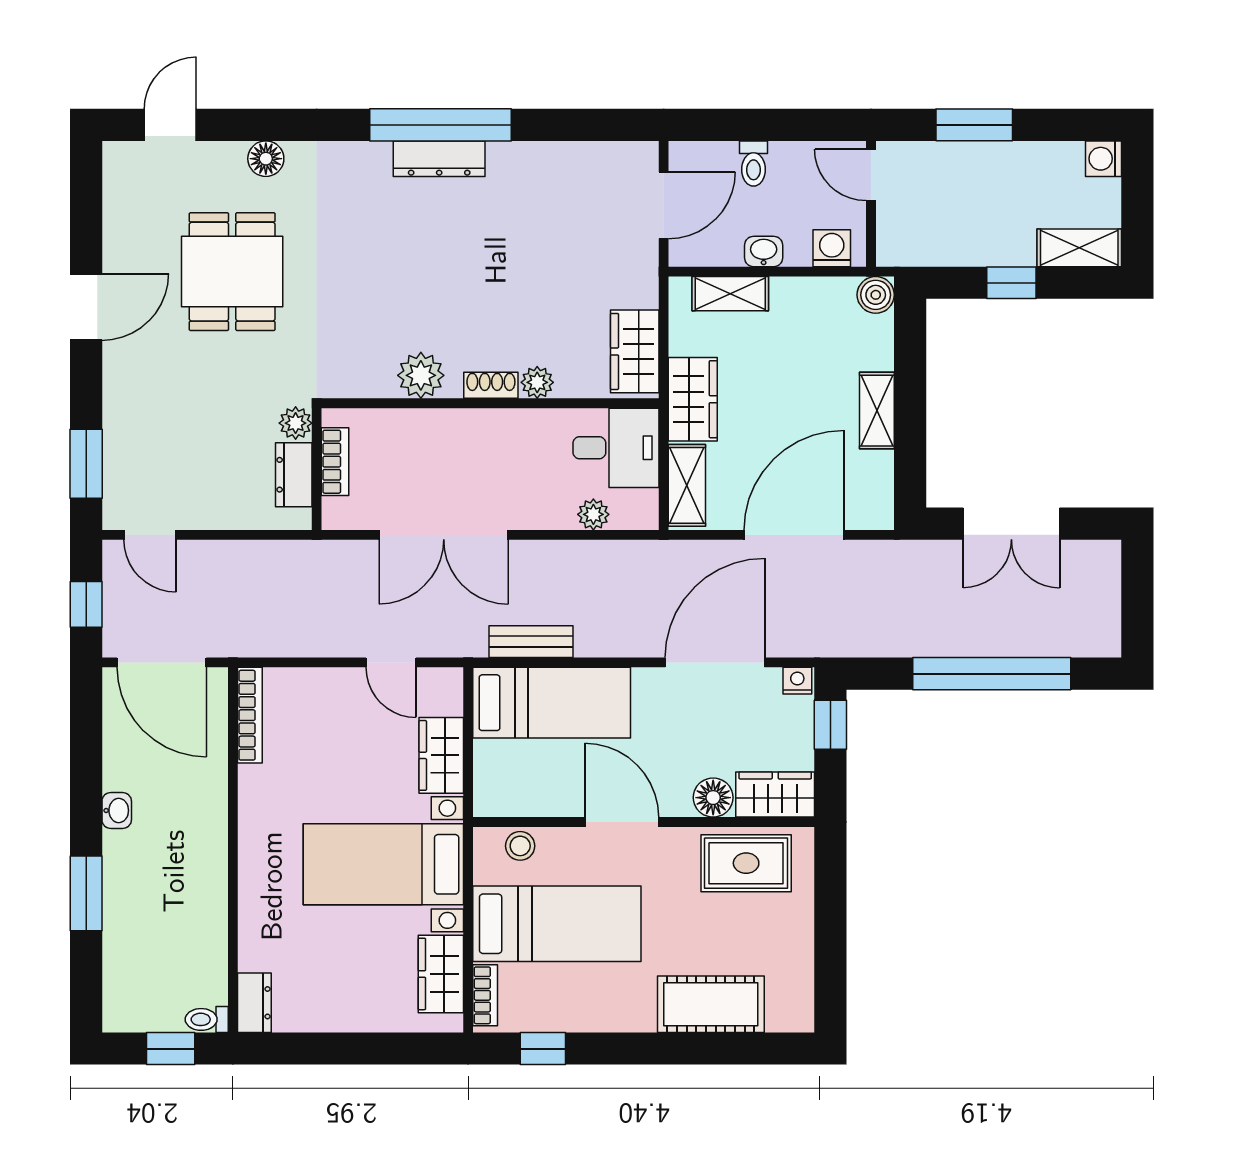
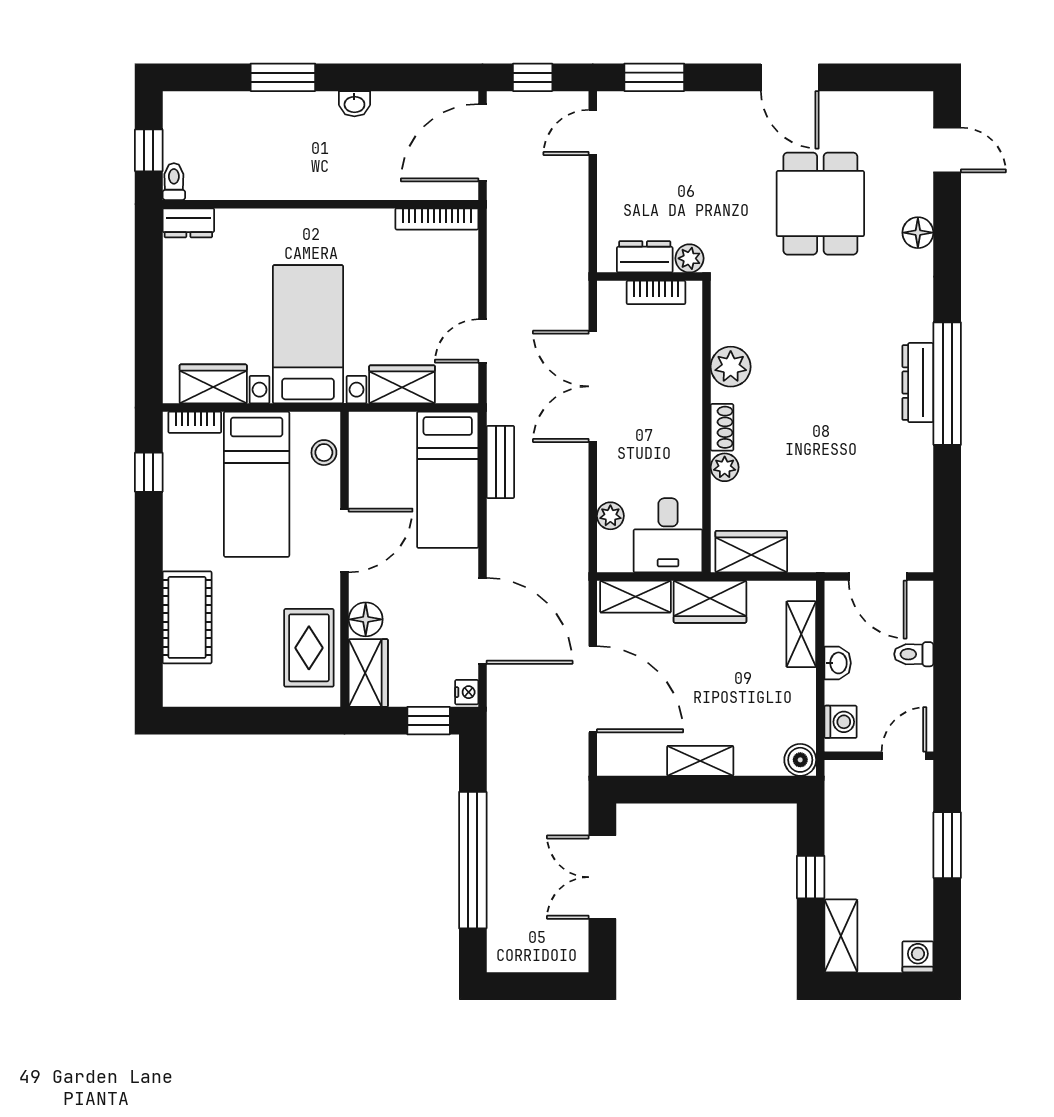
dining table: (232, 272) -> (820, 204), turned 90

